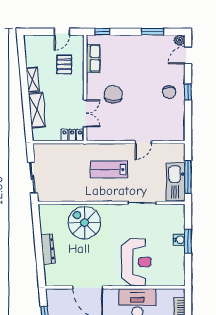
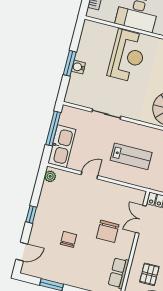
plant: (180, 40) -> (50, 176), moved
chair: (169, 92) -> (69, 239), moved
kitchen sink: (176, 182) -> (62, 146), moved
reception desk: (136, 262) -> (127, 56), turned 180

